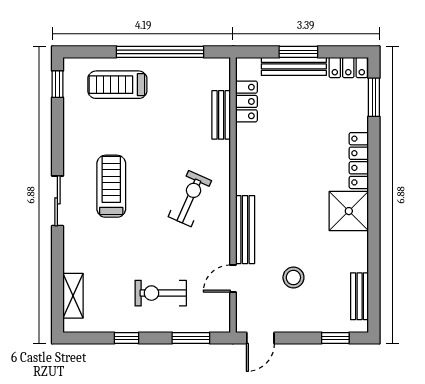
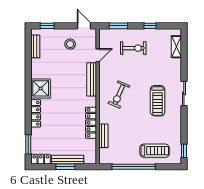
locker: (246, 101) -> (91, 123), moved, width x1.53
stool: (293, 277) -> (70, 44), moved
door: (260, 338) -> (84, 26), hinge flipped

